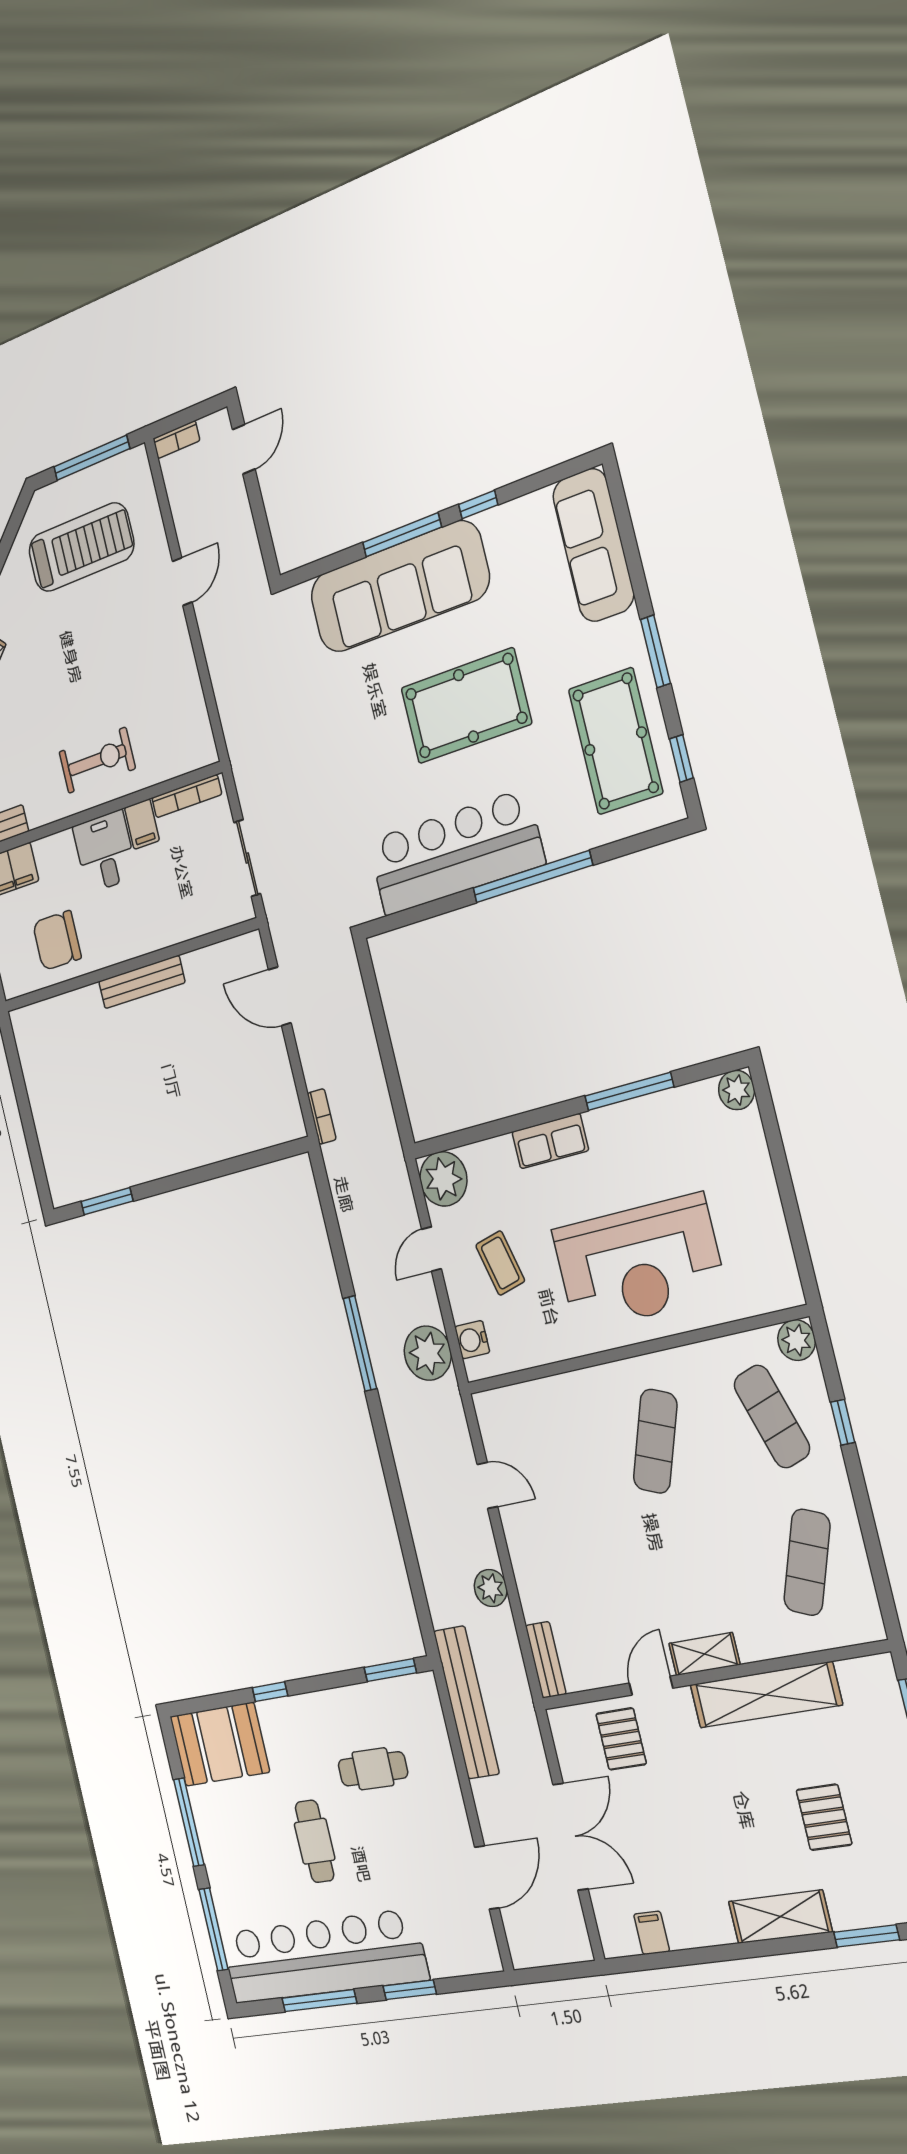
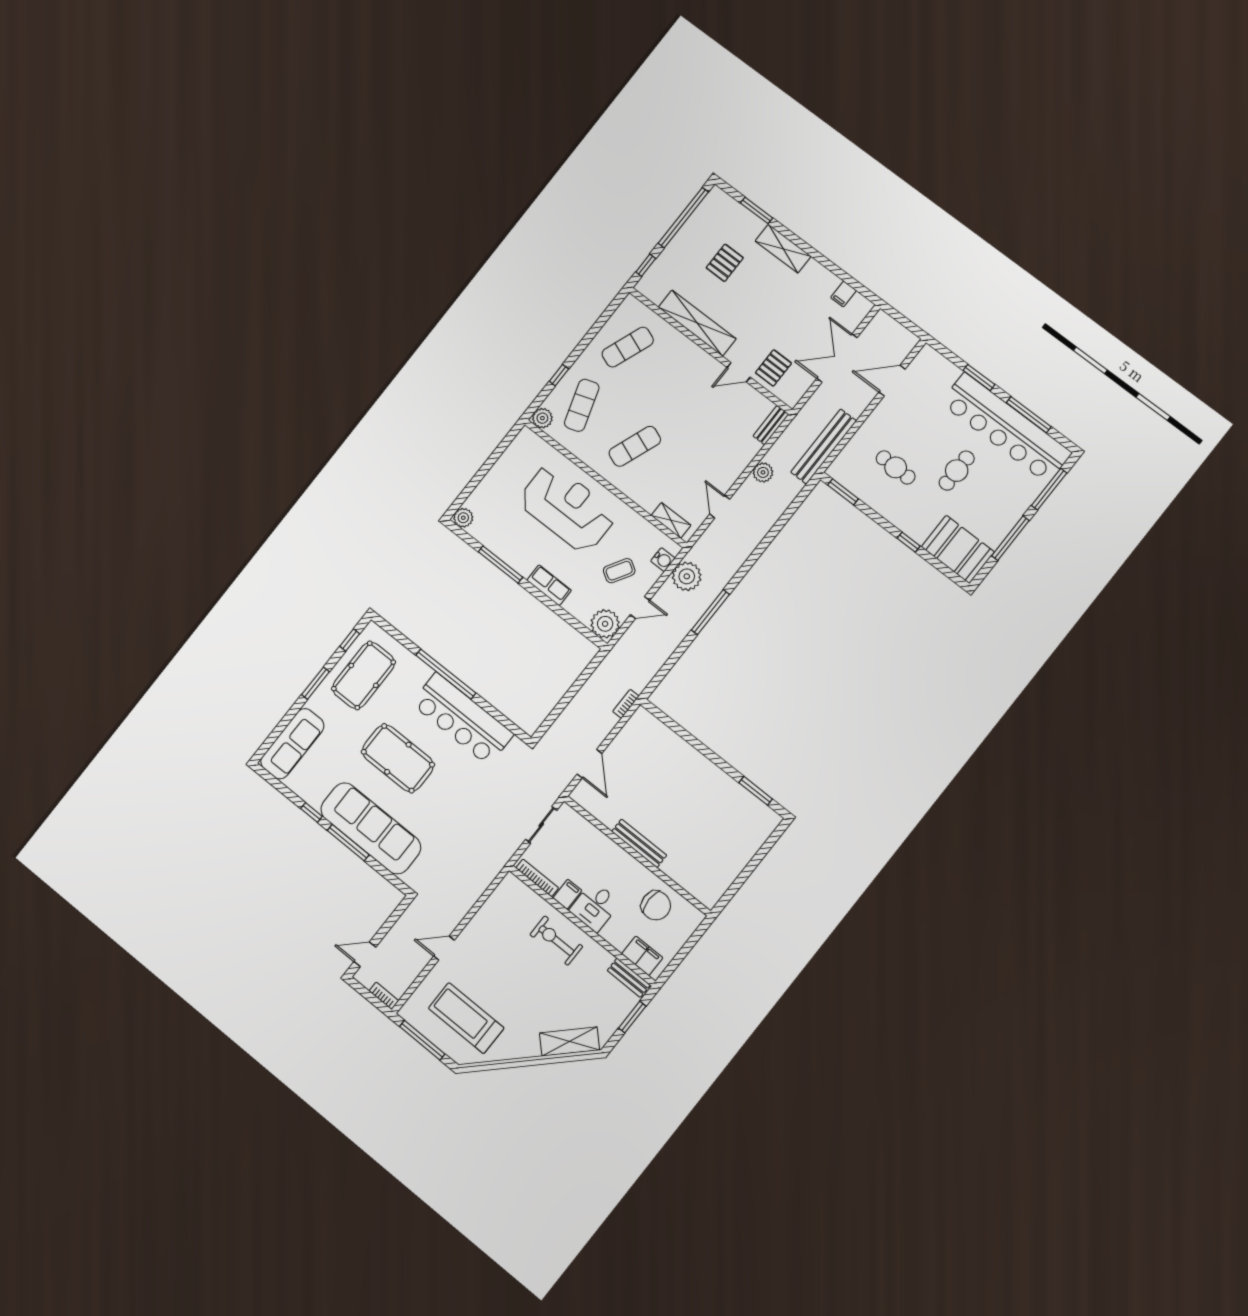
coffee table: (500, 1263) -> (619, 571), turned 45
shelving: (704, 1654) -> (671, 520), moved

